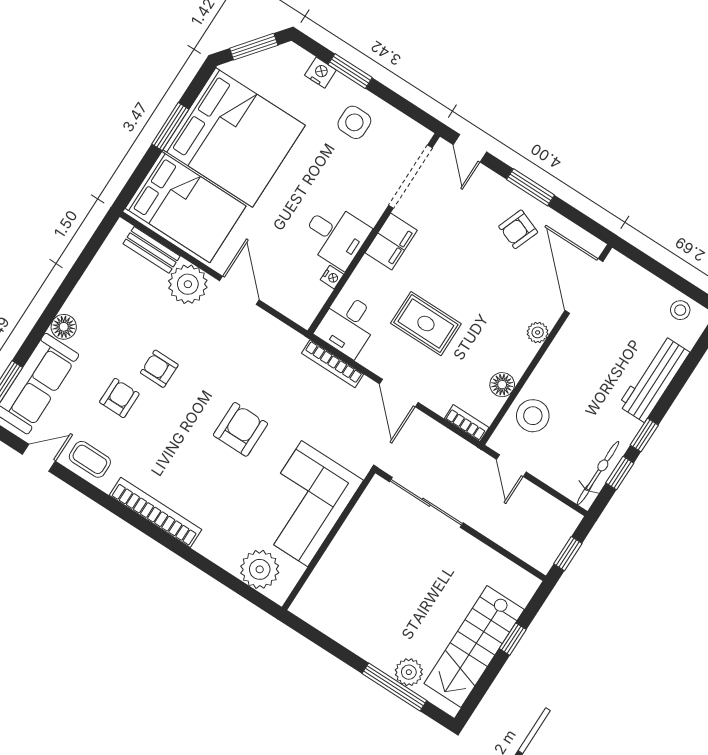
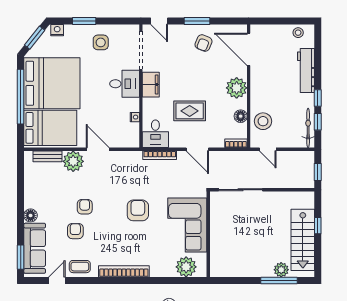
nightstand: (320, 73) -> (57, 30), moved
window: (170, 127) -> (21, 97), width x2.11
desk: (335, 235) -> (125, 84), moved
plant: (538, 332) -> (237, 88), width x1.88, depth x1.88
armchair: (159, 369) -> (85, 207), turned 90

